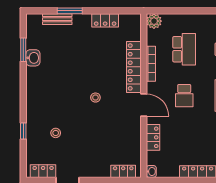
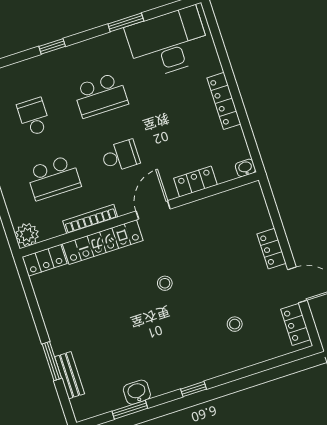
locker: (105, 20) -> (45, 260), moved, turned 90
school desk: (184, 49) -> (54, 178), turned 180
window: (23, 131) -> (194, 389), moved
locker: (123, 171) -> (272, 249), moved

